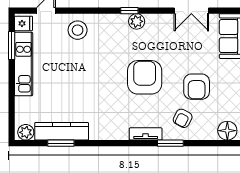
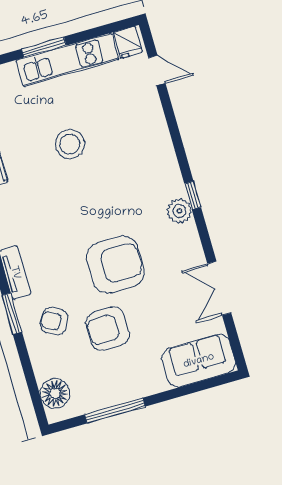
stool: (78, 30) -> (70, 144), moved
window: (12, 46) -> (44, 47), moved
armchair: (145, 77) -> (115, 265), moved

